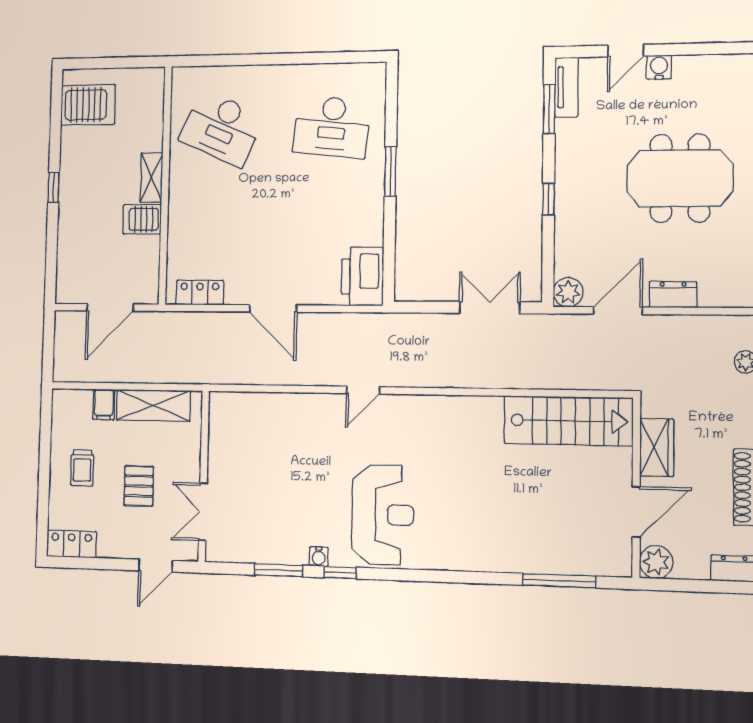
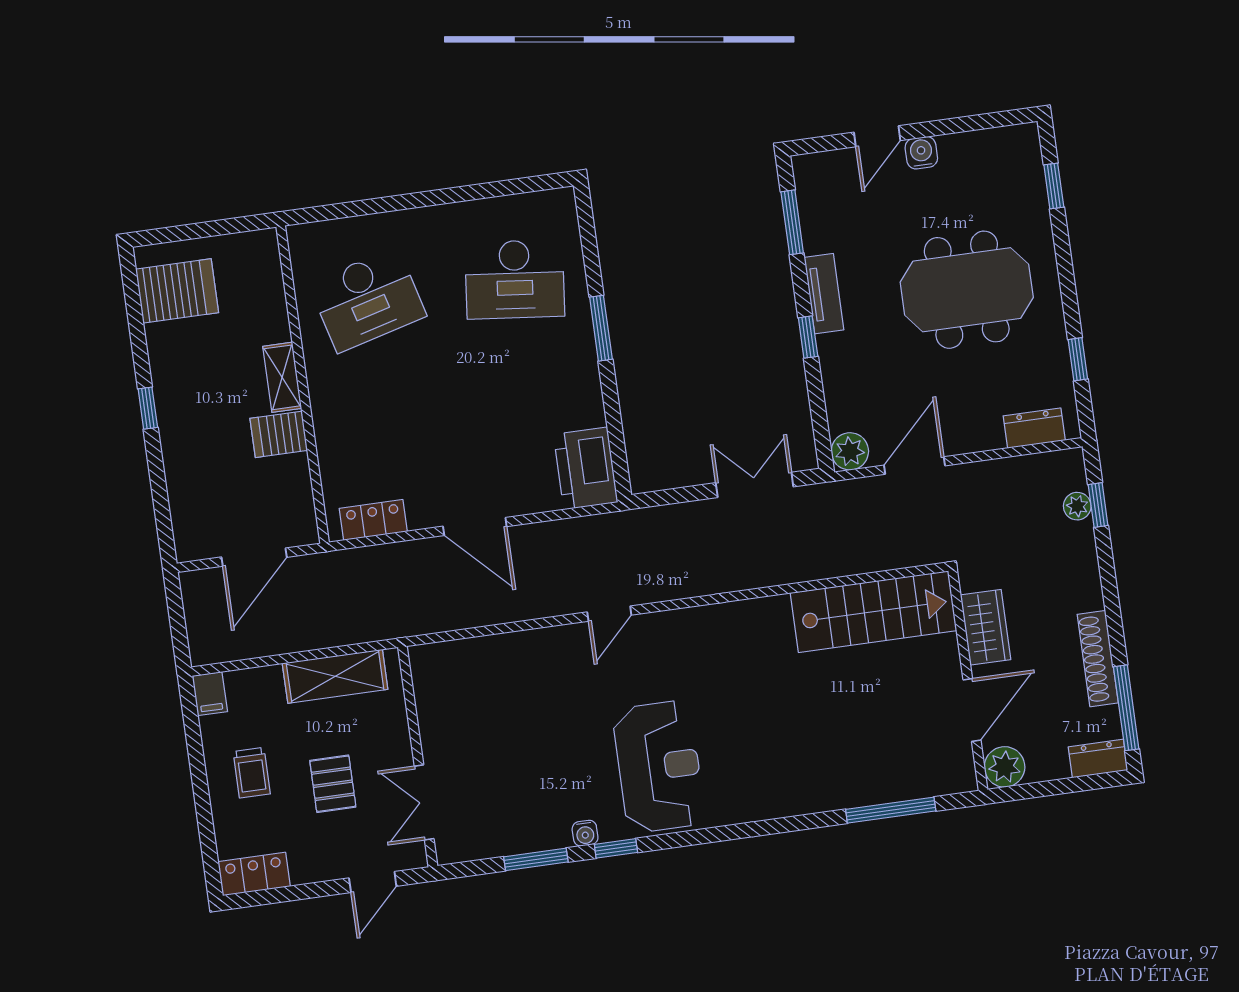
tv unit: (567, 87) -> (824, 294), moved
desk: (222, 128) -> (367, 300), turned -39
dresser: (673, 294) -> (1034, 428), moved
filing cabinet: (104, 404) -> (210, 694), moved

